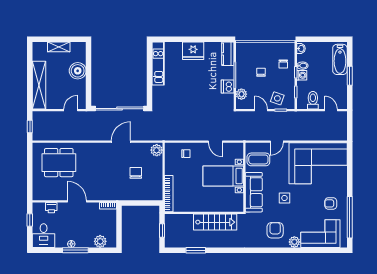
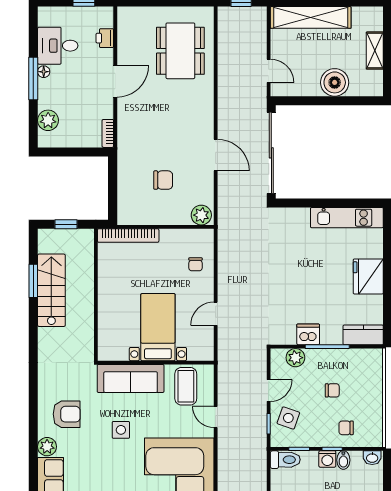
toilet: (313, 100) -> (285, 460), moved
stairs: (215, 222) -> (51, 290), moved, turned 180
desk: (44, 236) -> (58, 46), moved

